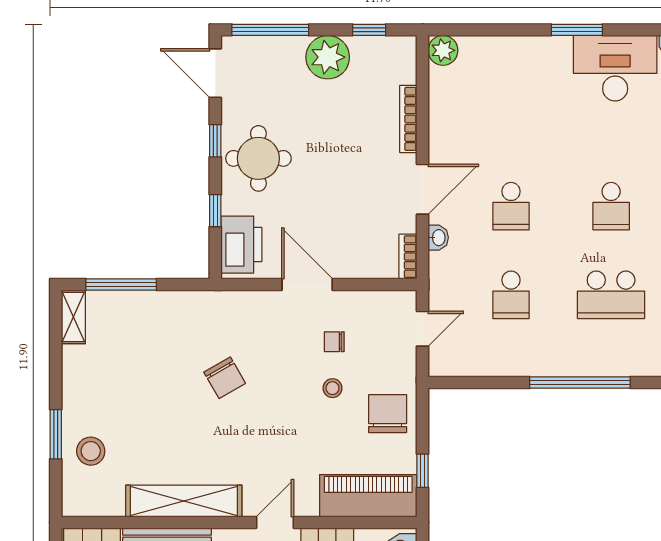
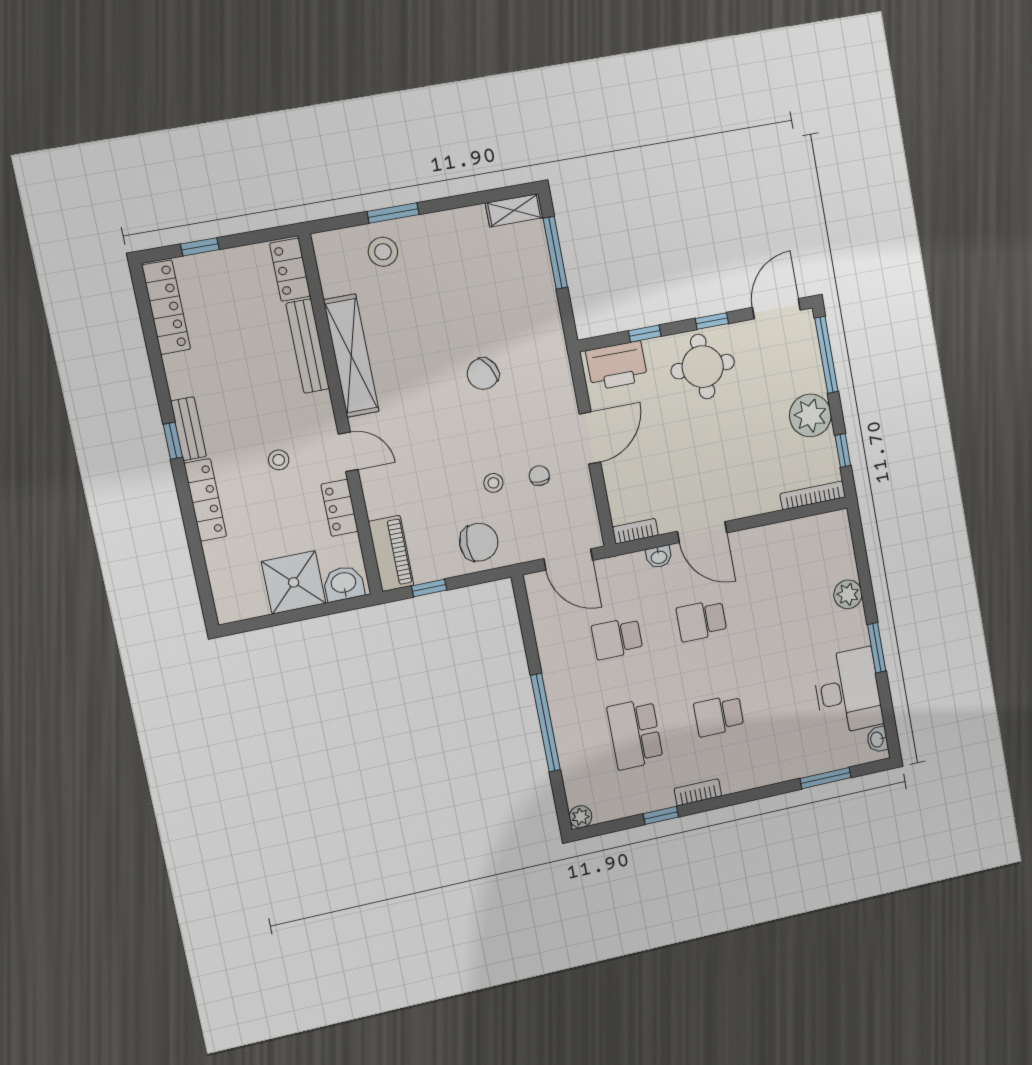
plant: (443, 50) -> (848, 594), moved
bookcase: (408, 119) -> (813, 495), moved
door: (422, 329) -> (568, 559), width x1.38
piano: (368, 496) -> (391, 553), width x0.73, depth x0.75

